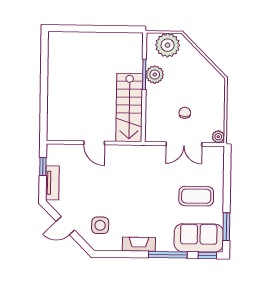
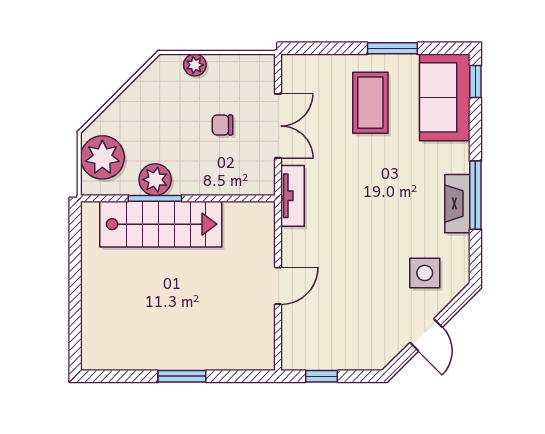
window: (44, 88) -> (182, 376), added
stairs: (129, 107) -> (161, 224), moved
plant: (218, 137) -> (195, 65), moved
tv unit: (52, 183) -> (292, 196), moved, turned 90
window: (226, 227) -> (392, 48), moved
window: (168, 255) -> (475, 195), moved

